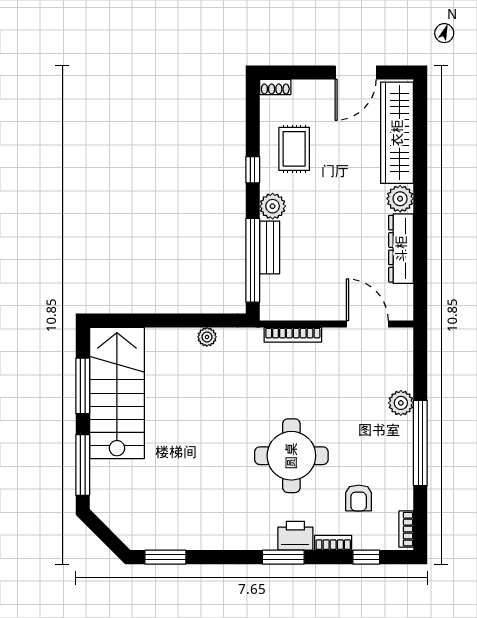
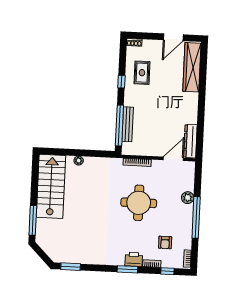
plant: (400, 199) -> (192, 99), removed
plant: (273, 206) -> (130, 100), removed
bench: (270, 247) -> (128, 124), width x1.36
dresser: (401, 249) -> (190, 141), moved
door: (367, 324) -> (173, 159), hinge flipped
plant: (207, 337) -> (79, 161), moved
window: (83, 386) -> (35, 182), removed
round table: (291, 456) -> (139, 203), moved

